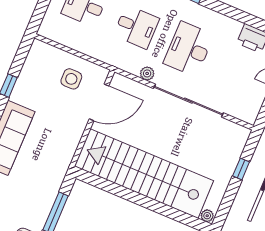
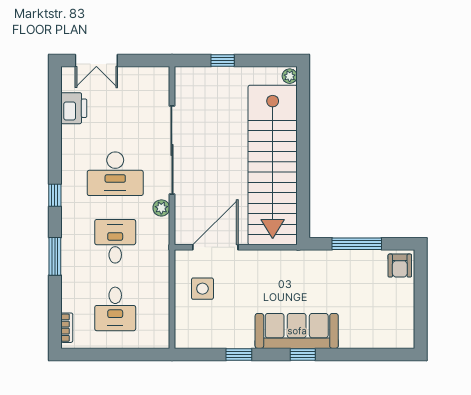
door: (99, 102) -> (215, 247), hinge flipped

